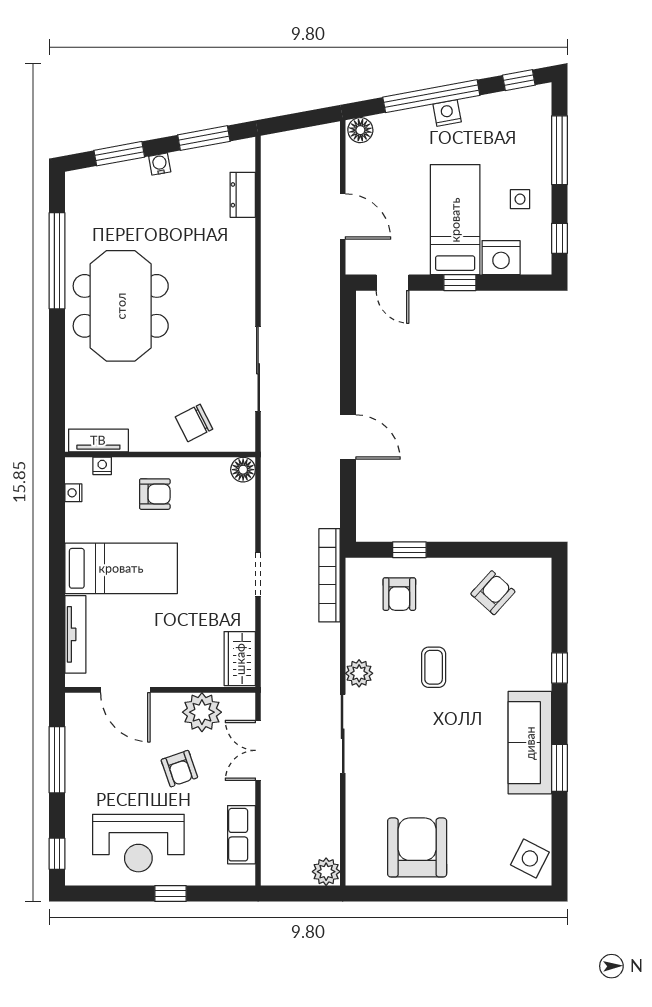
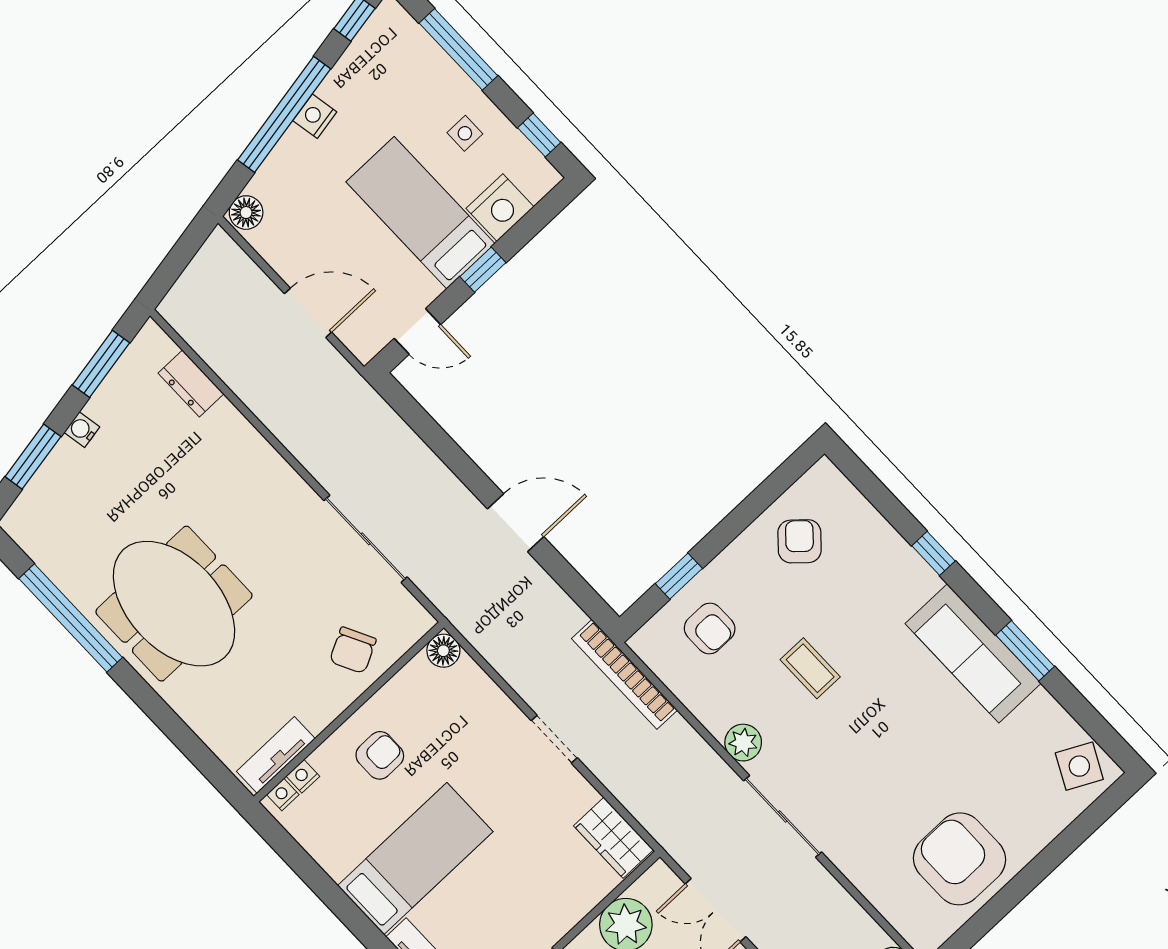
nightstand: (73, 493) -> (283, 795), moved, turned 90

